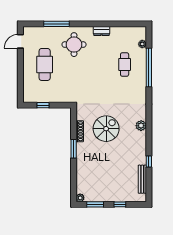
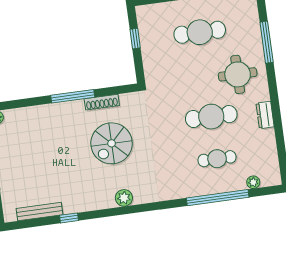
cafe table: (98, 64) -> (211, 117), added
spiral stairs: (106, 129) -> (112, 143), turned 90
window: (74, 149) -> (73, 96), width x1.44

